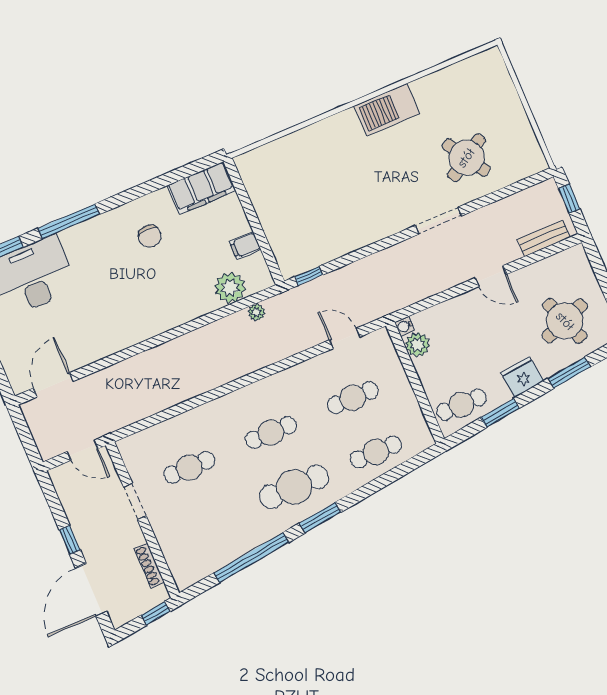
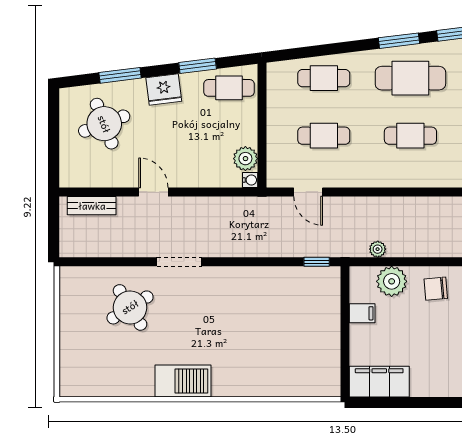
window: (569, 199) -> (54, 232), removed
chair: (150, 236) -> (436, 289), moved, turned -95

